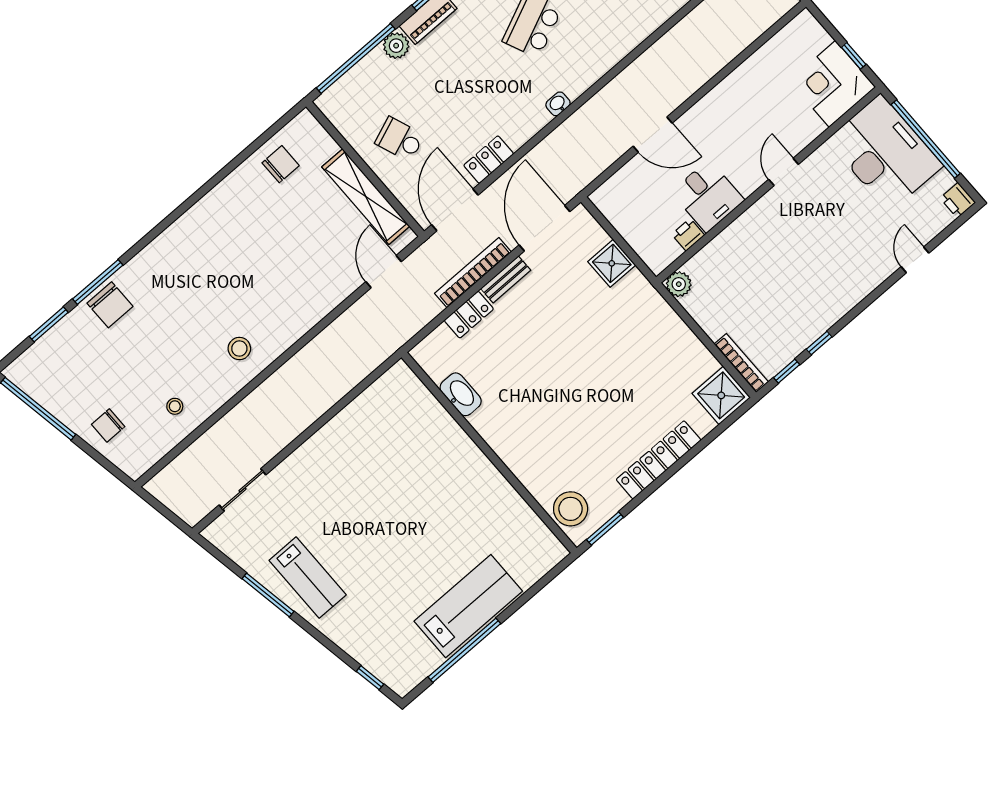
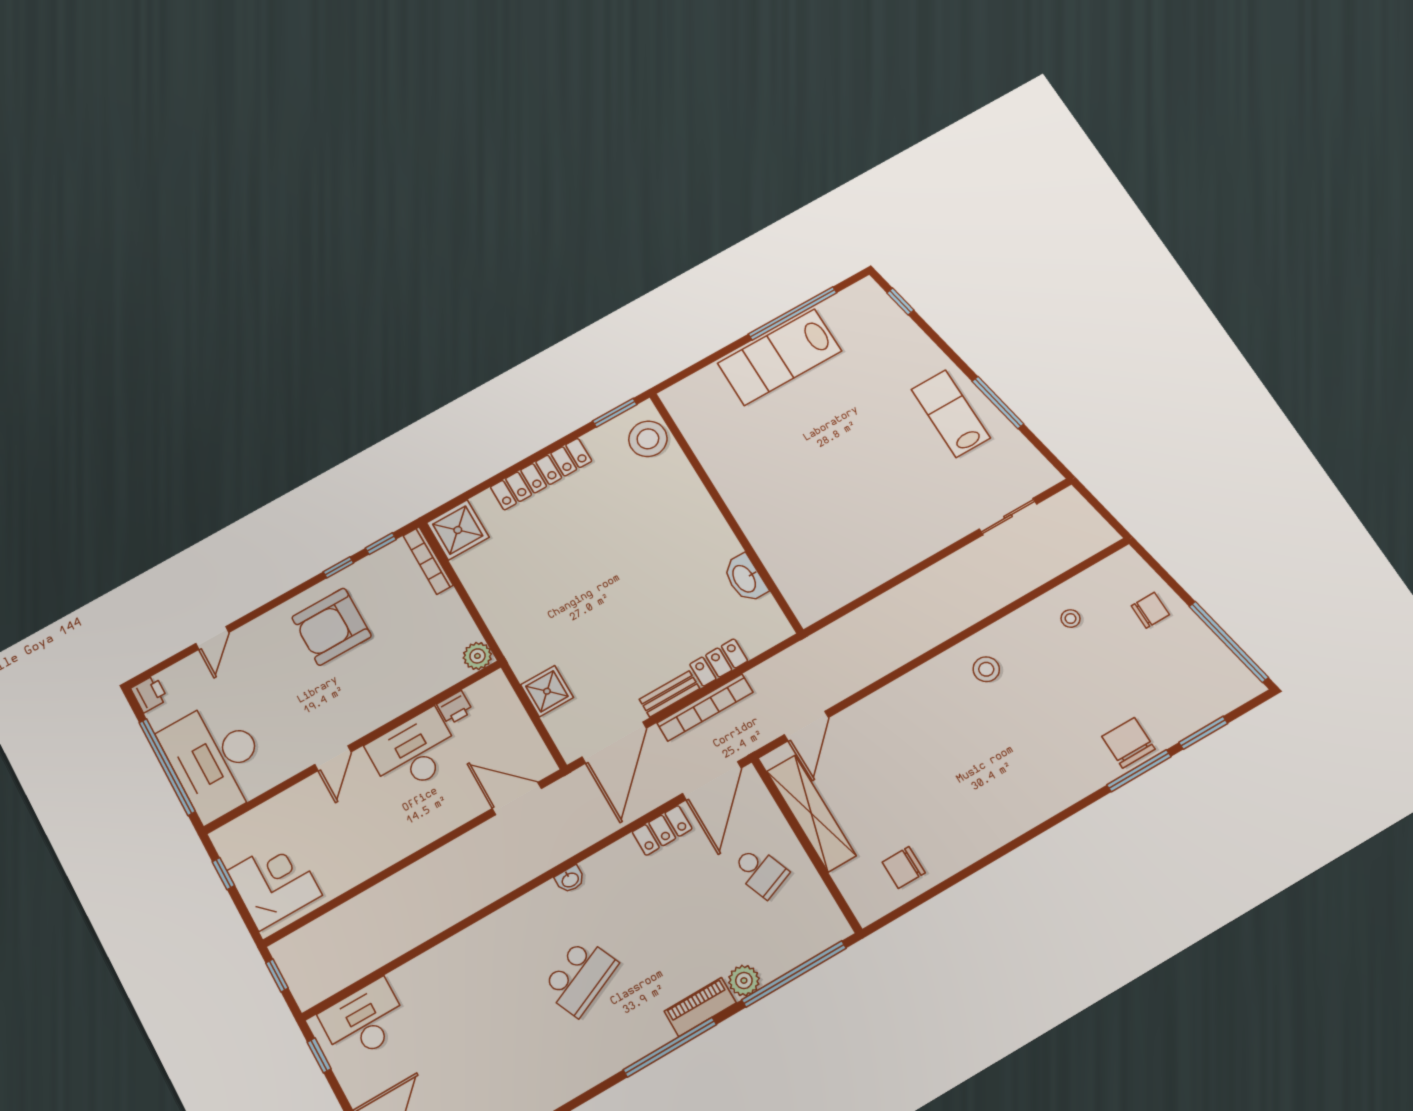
corner desk: (832, 84) -> (274, 883), moved, turned -90
door: (653, 135) -> (517, 798), moved
desk: (708, 196) -> (414, 752), width x1.37
armchair: (812, 288) -> (332, 627), added

